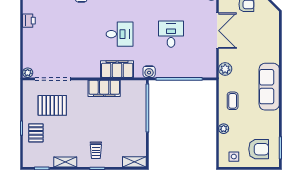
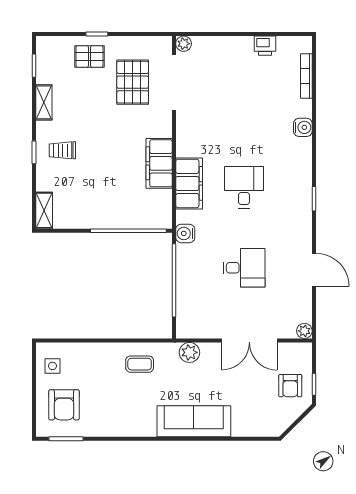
desk: (120, 34) -> (244, 187), turned 180
sofa: (269, 87) -> (194, 421), moved
plant: (224, 129) -> (96, 350), removed

